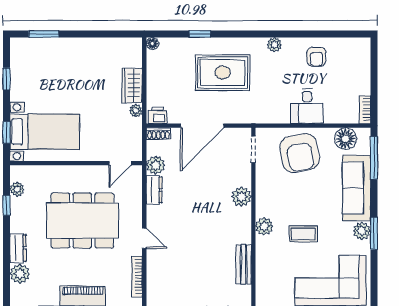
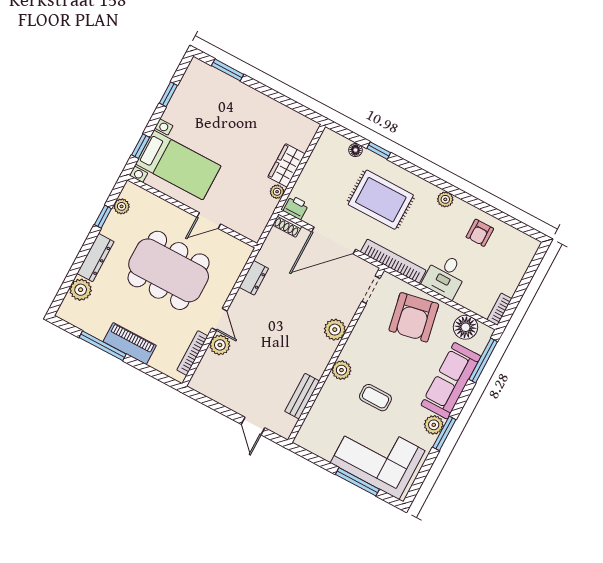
floor lamp: (152, 44) -> (355, 150), moved
bookcase: (259, 117) -> (393, 261), added
door: (120, 163) -> (209, 221), moved
plant: (156, 165) -> (220, 345), moved
dresser: (18, 248) -> (96, 258), width x1.44

